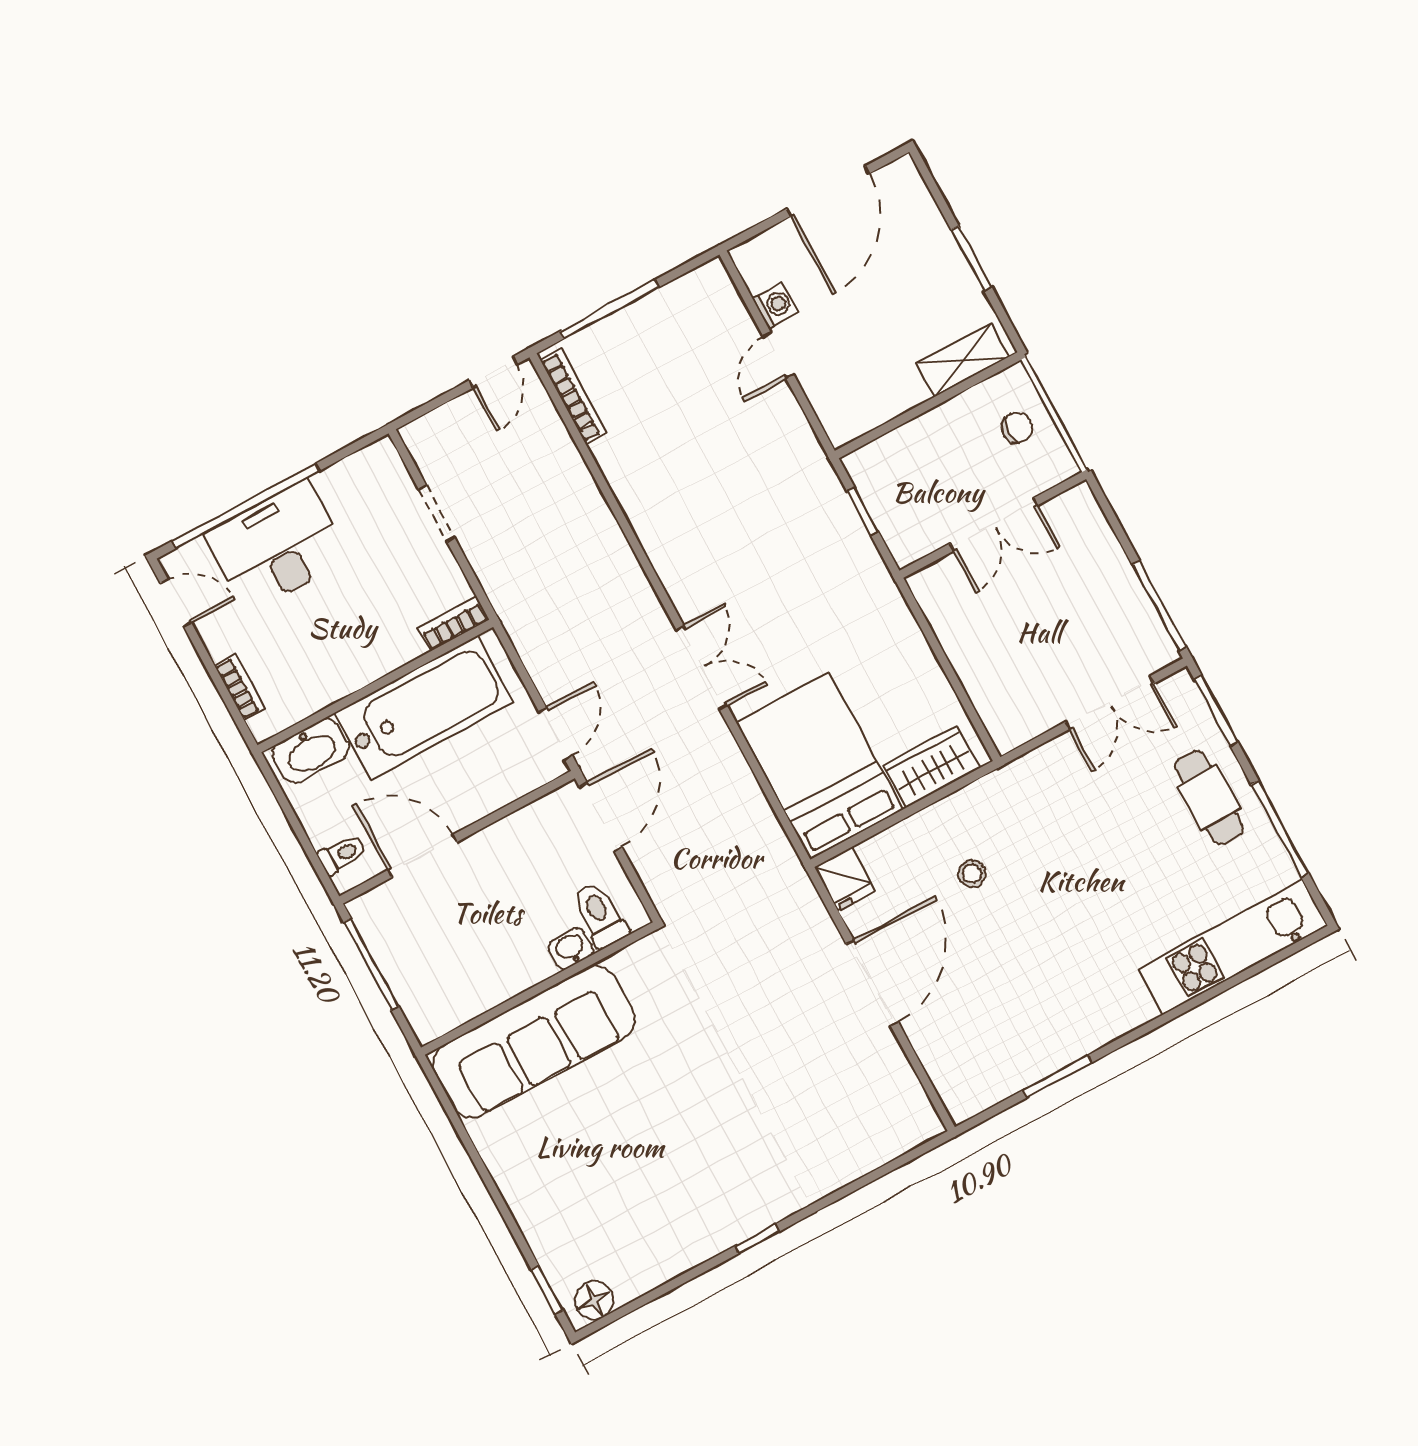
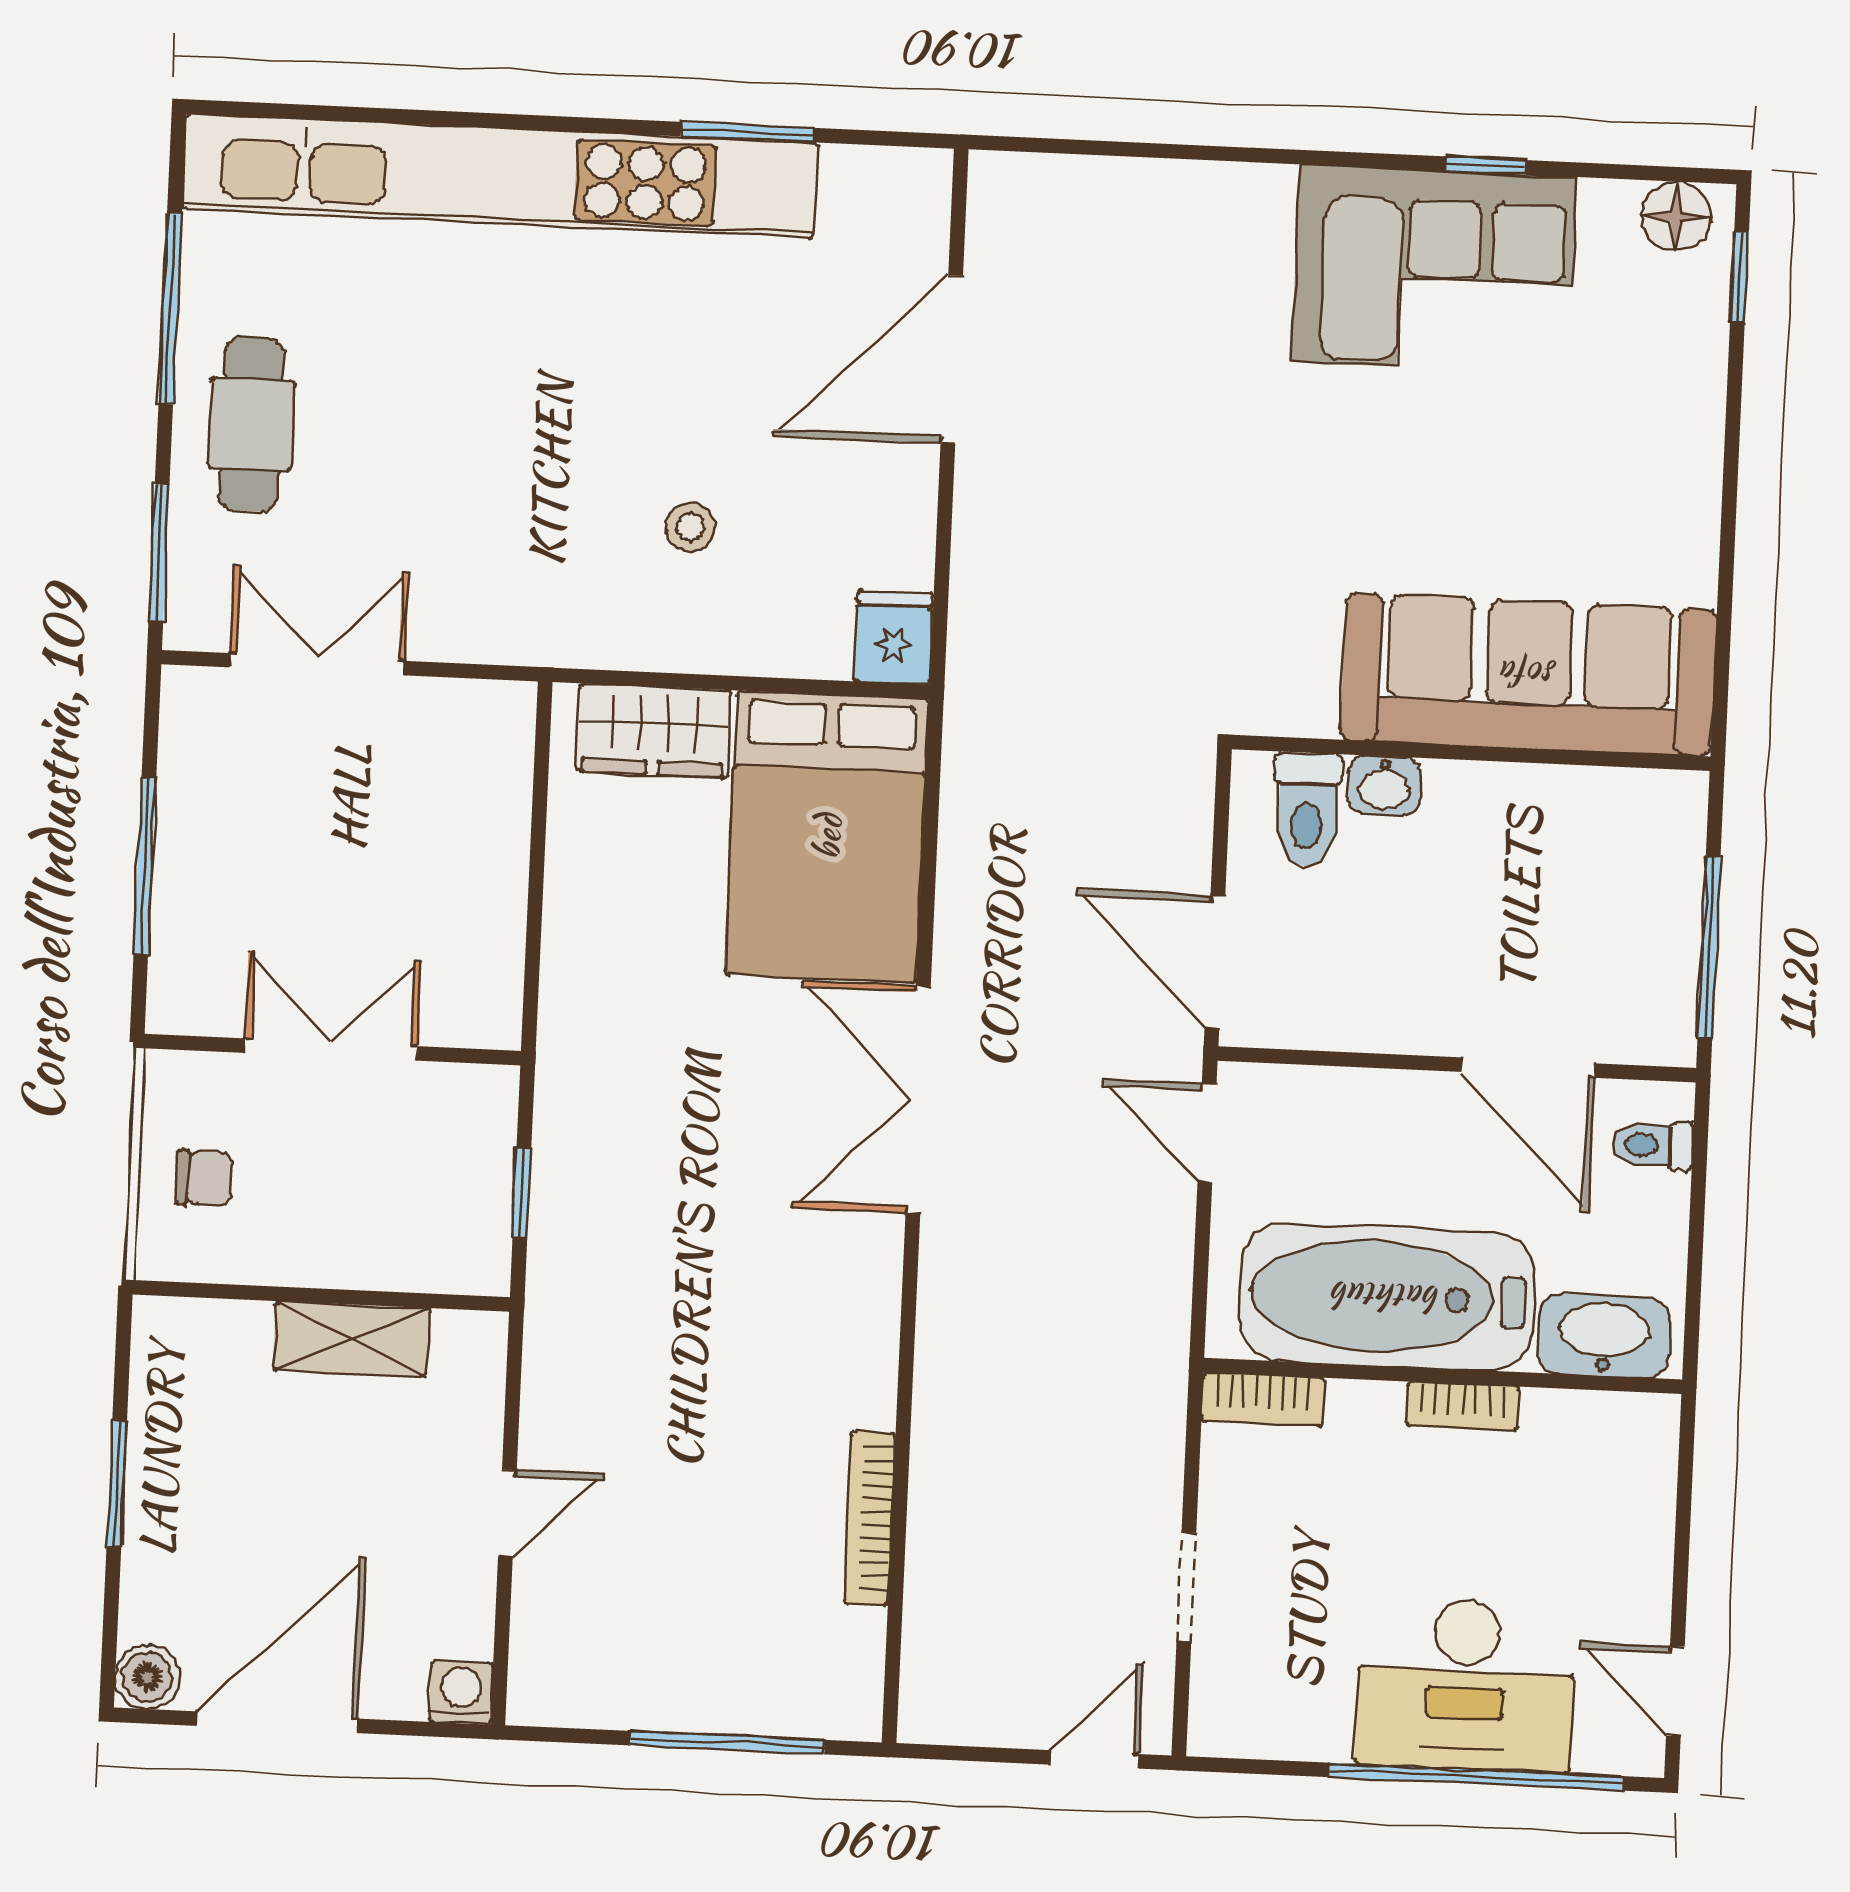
boiler: (902, 176) -> (147, 1677), added
washing machine: (775, 305) -> (461, 1692), moved, turned 90
shelving: (963, 360) -> (351, 1339), moved
door: (493, 372) -> (1094, 1759), moved
bookcase: (574, 396) -> (870, 1518), moved
chair: (1017, 428) -> (204, 1178), turned 180
window: (1159, 606) -> (145, 866), moved
double door: (702, 668) -> (918, 1100), width x1.37
bookcase: (240, 687) -> (1463, 1406), moved, turned -90
door: (556, 734) -> (1207, 1133), hinge flipped
door: (601, 817) -> (1215, 962), hinge flipped
kitchen unit: (1233, 947) -> (500, 176), width x1.86
door: (872, 983) -> (952, 359), moved
corner sofa: (694, 1207) -> (1434, 269), added
window: (757, 1239) -> (1485, 166), moved

